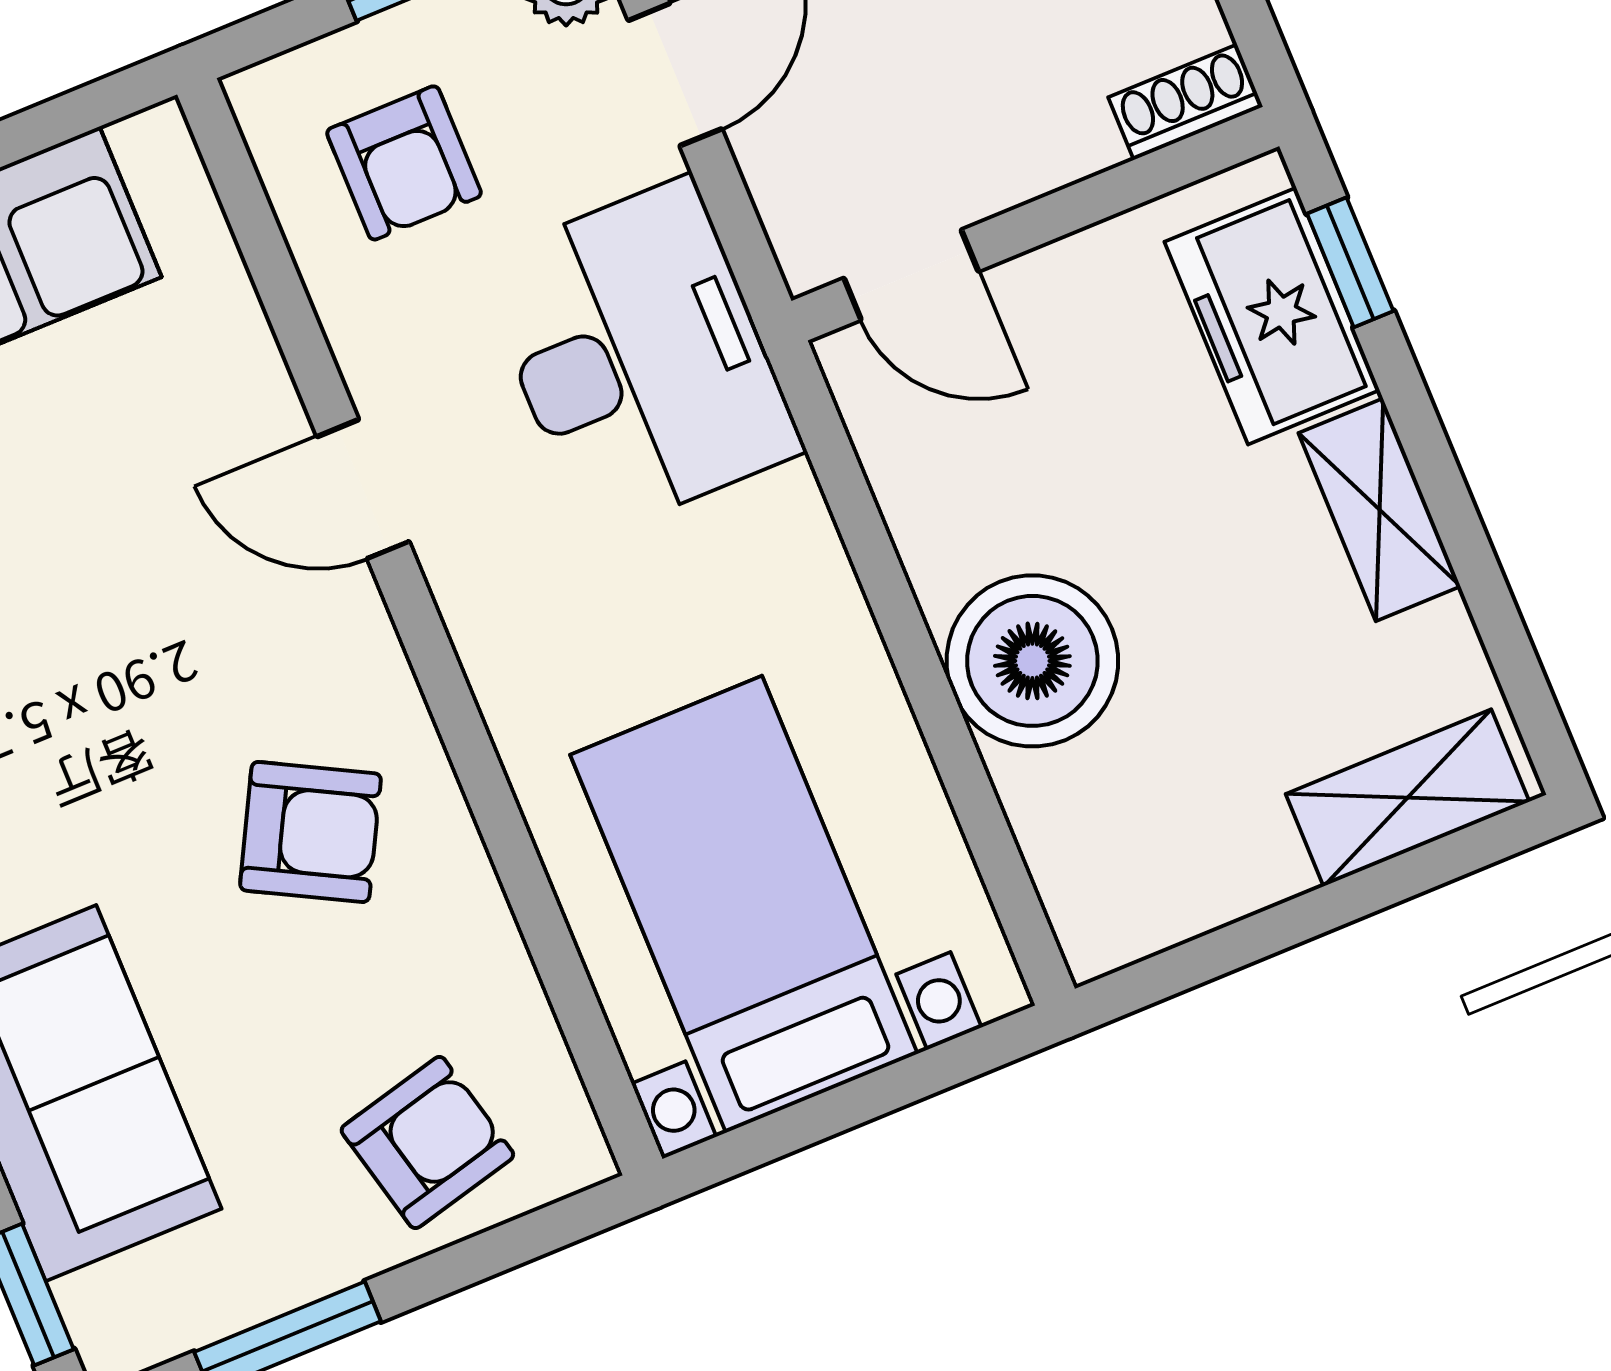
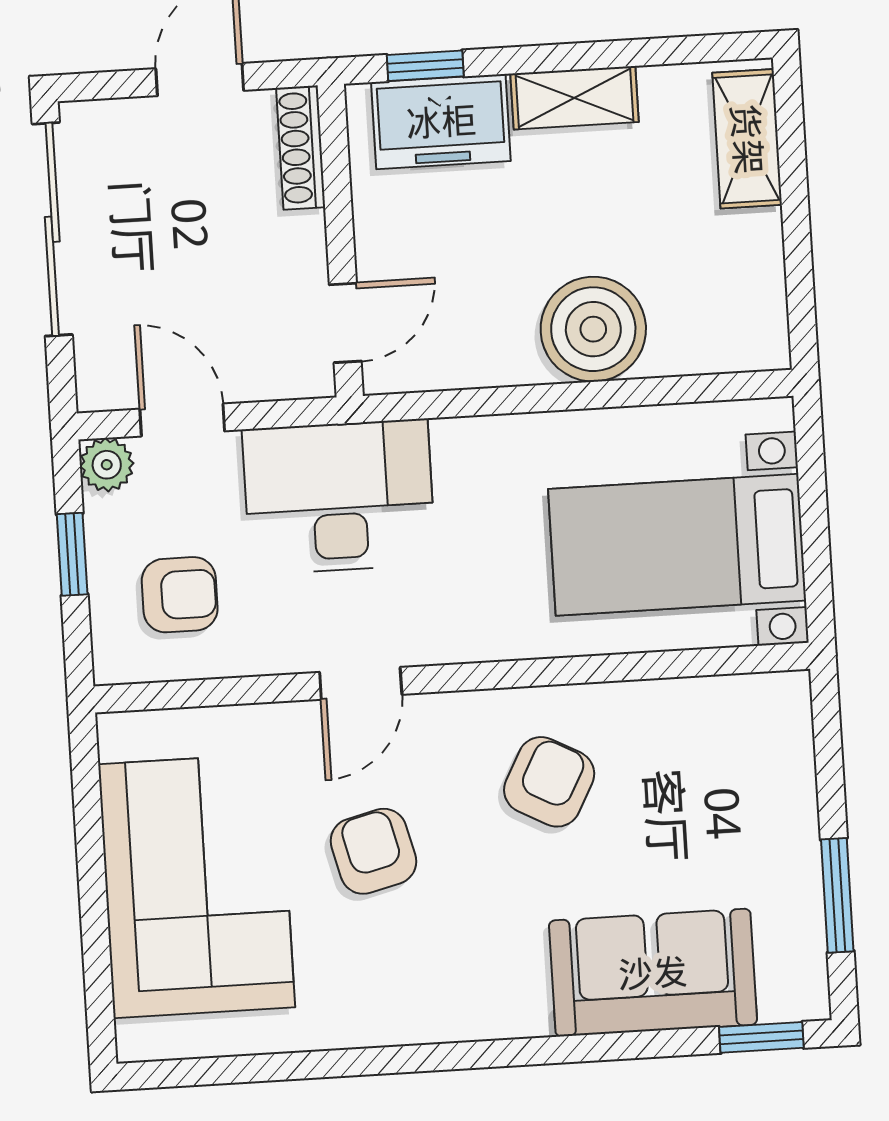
shoe rack: (1186, 102) -> (301, 148), width x1.43
armchair: (427, 1142) -> (373, 851), moved

